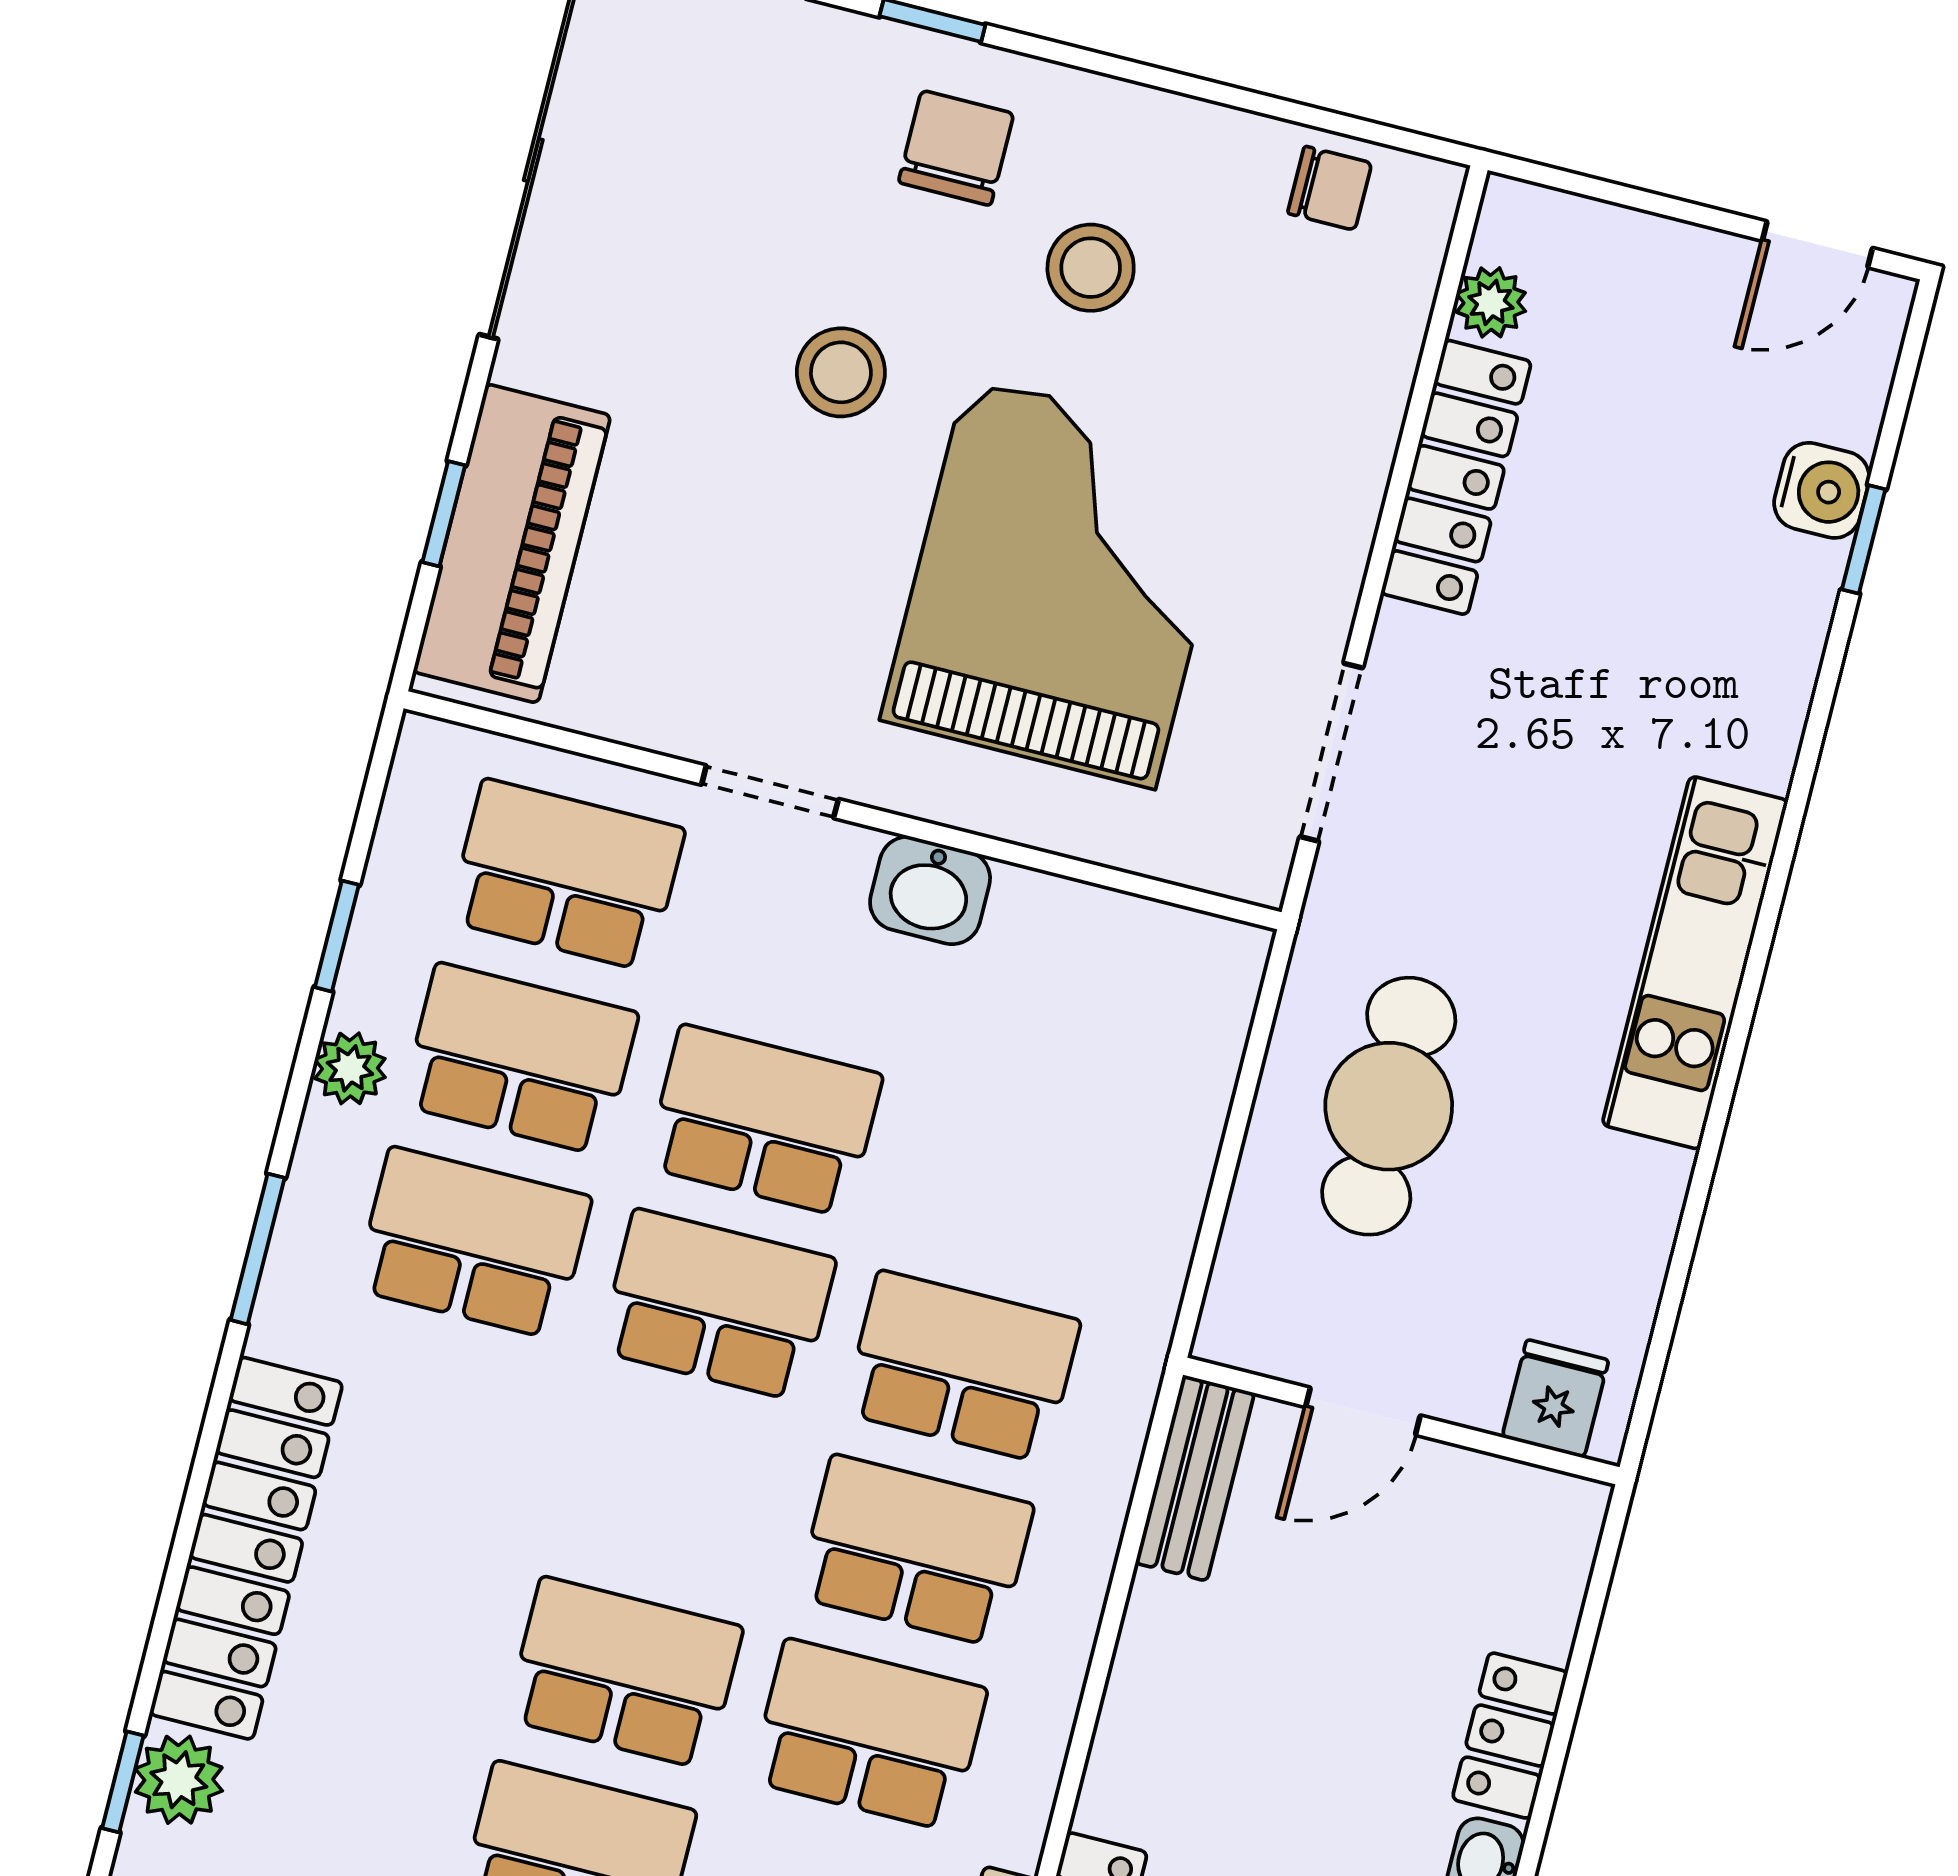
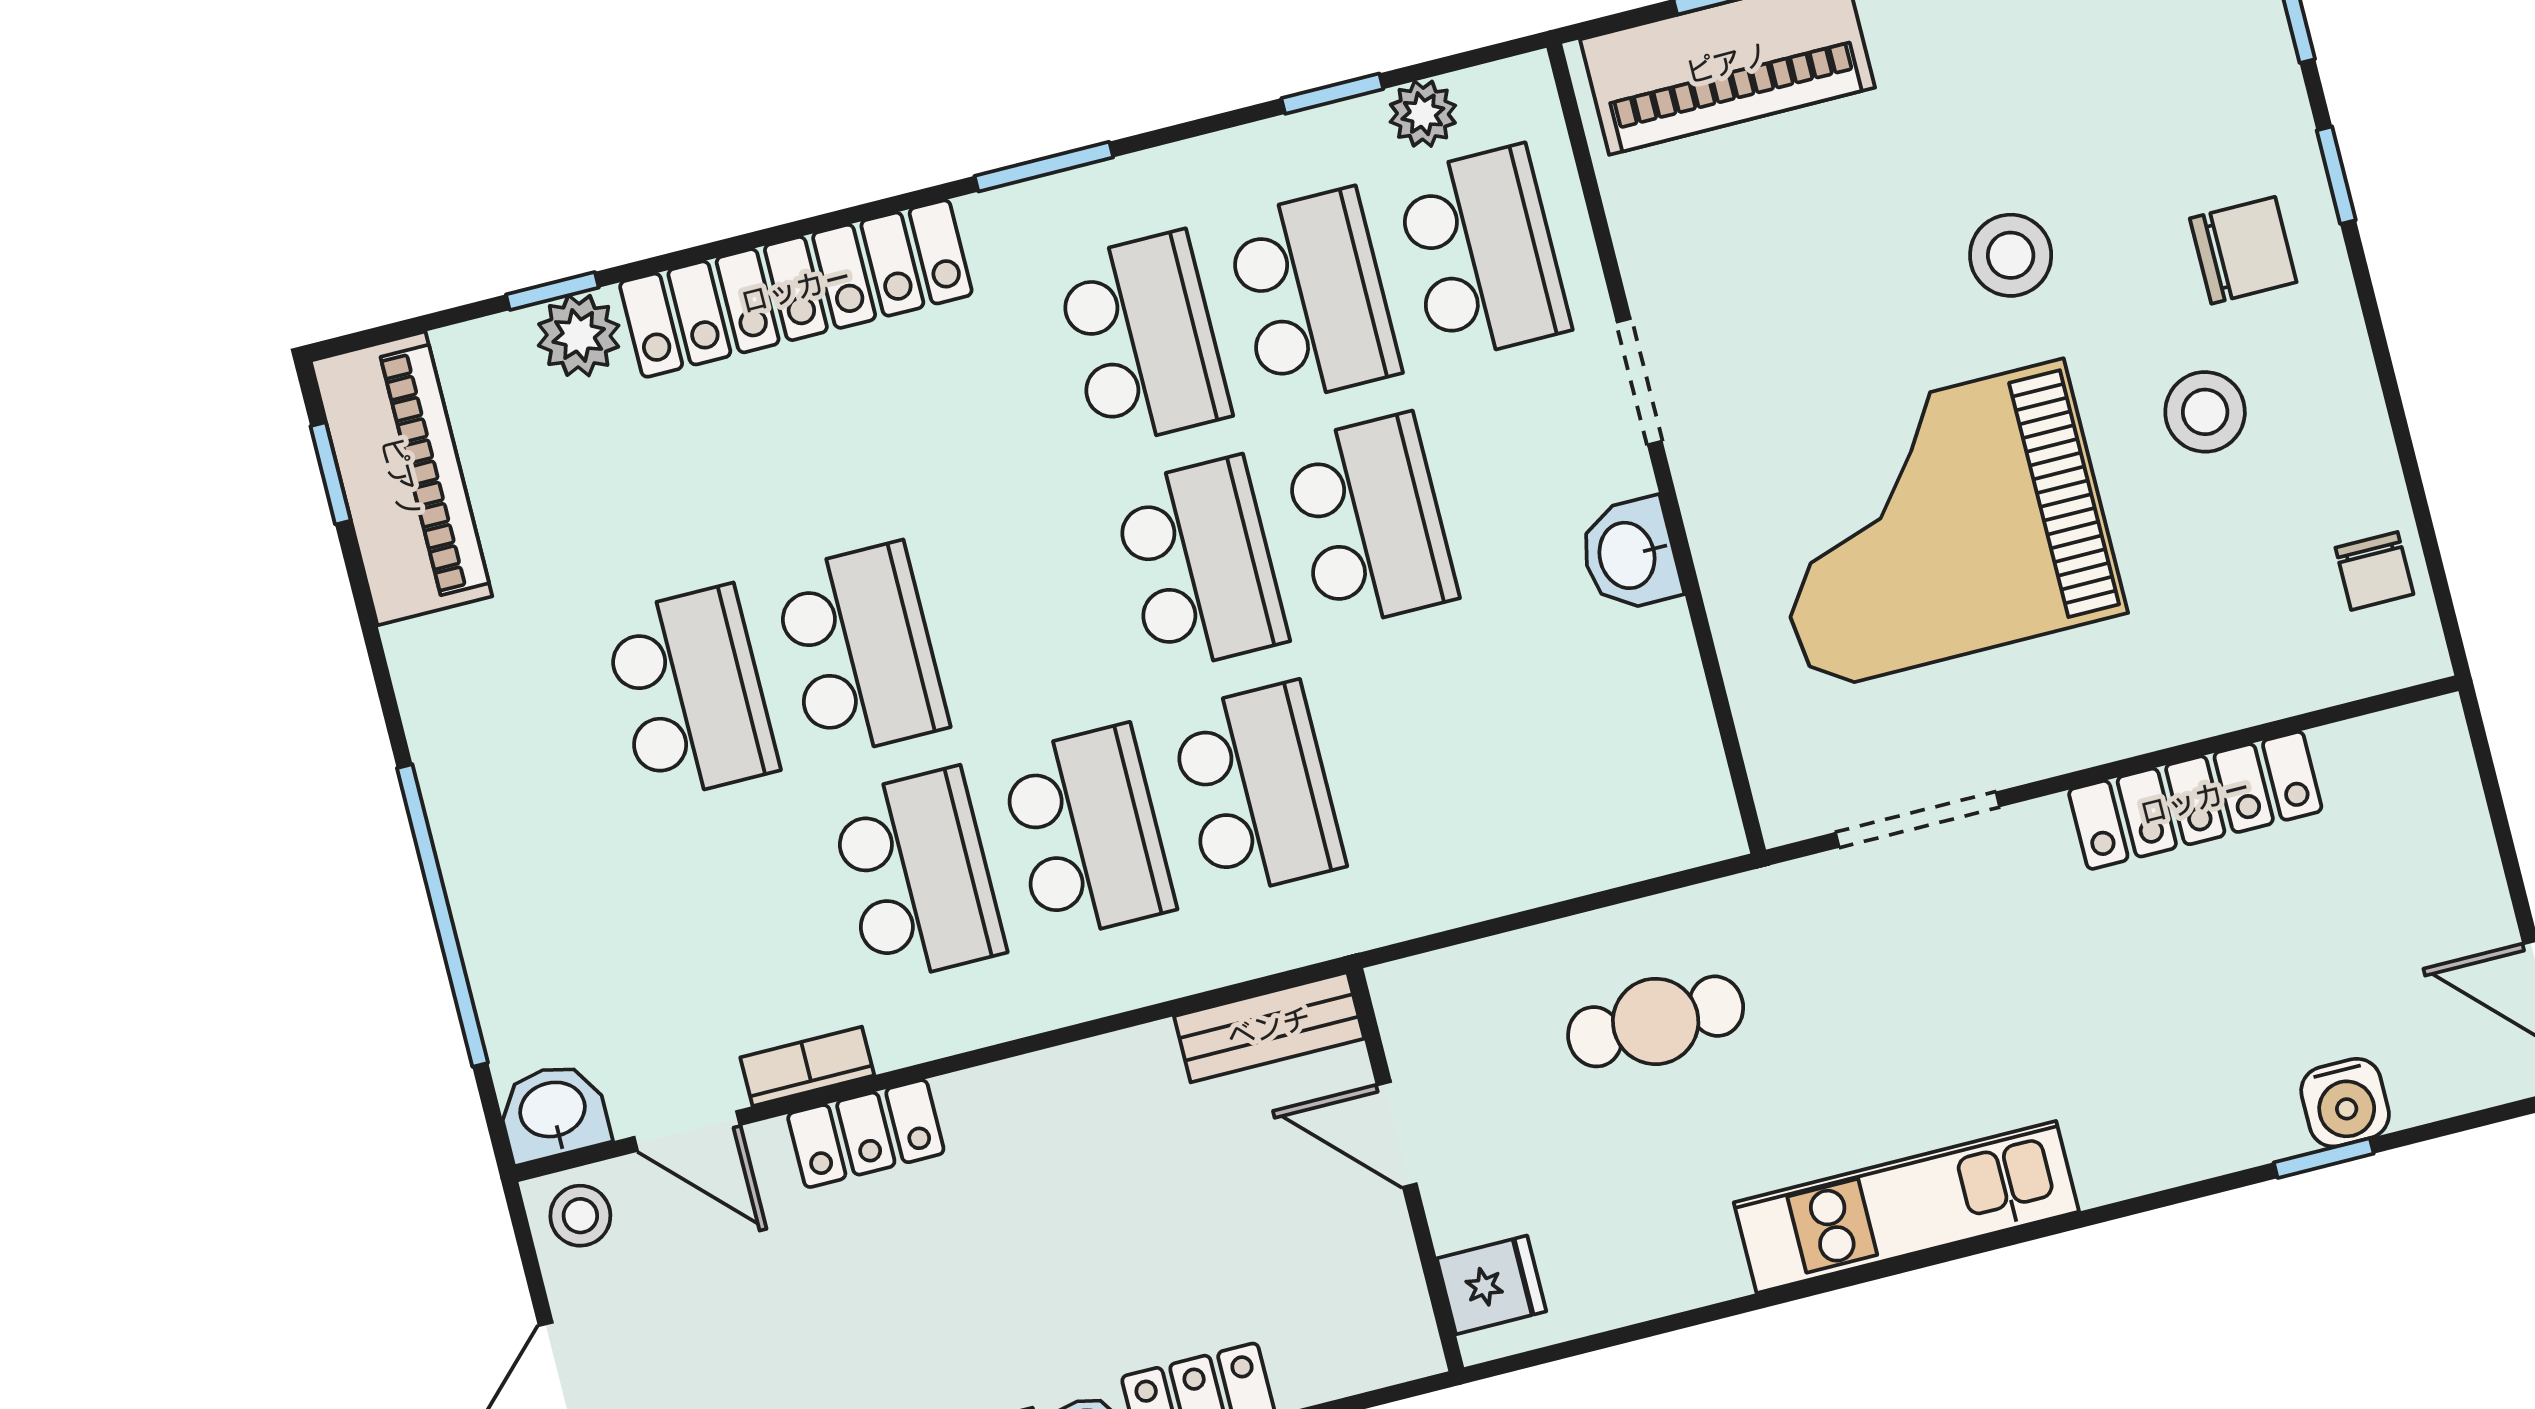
plant: (1491, 302) -> (2352, 752), removed
grand piano: (1061, 582) -> (1937, 526), turned 180
plant: (350, 1068) -> (1423, 114), moved
cafe table: (1389, 1106) -> (1656, 1021), width x0.73, depth x0.74

